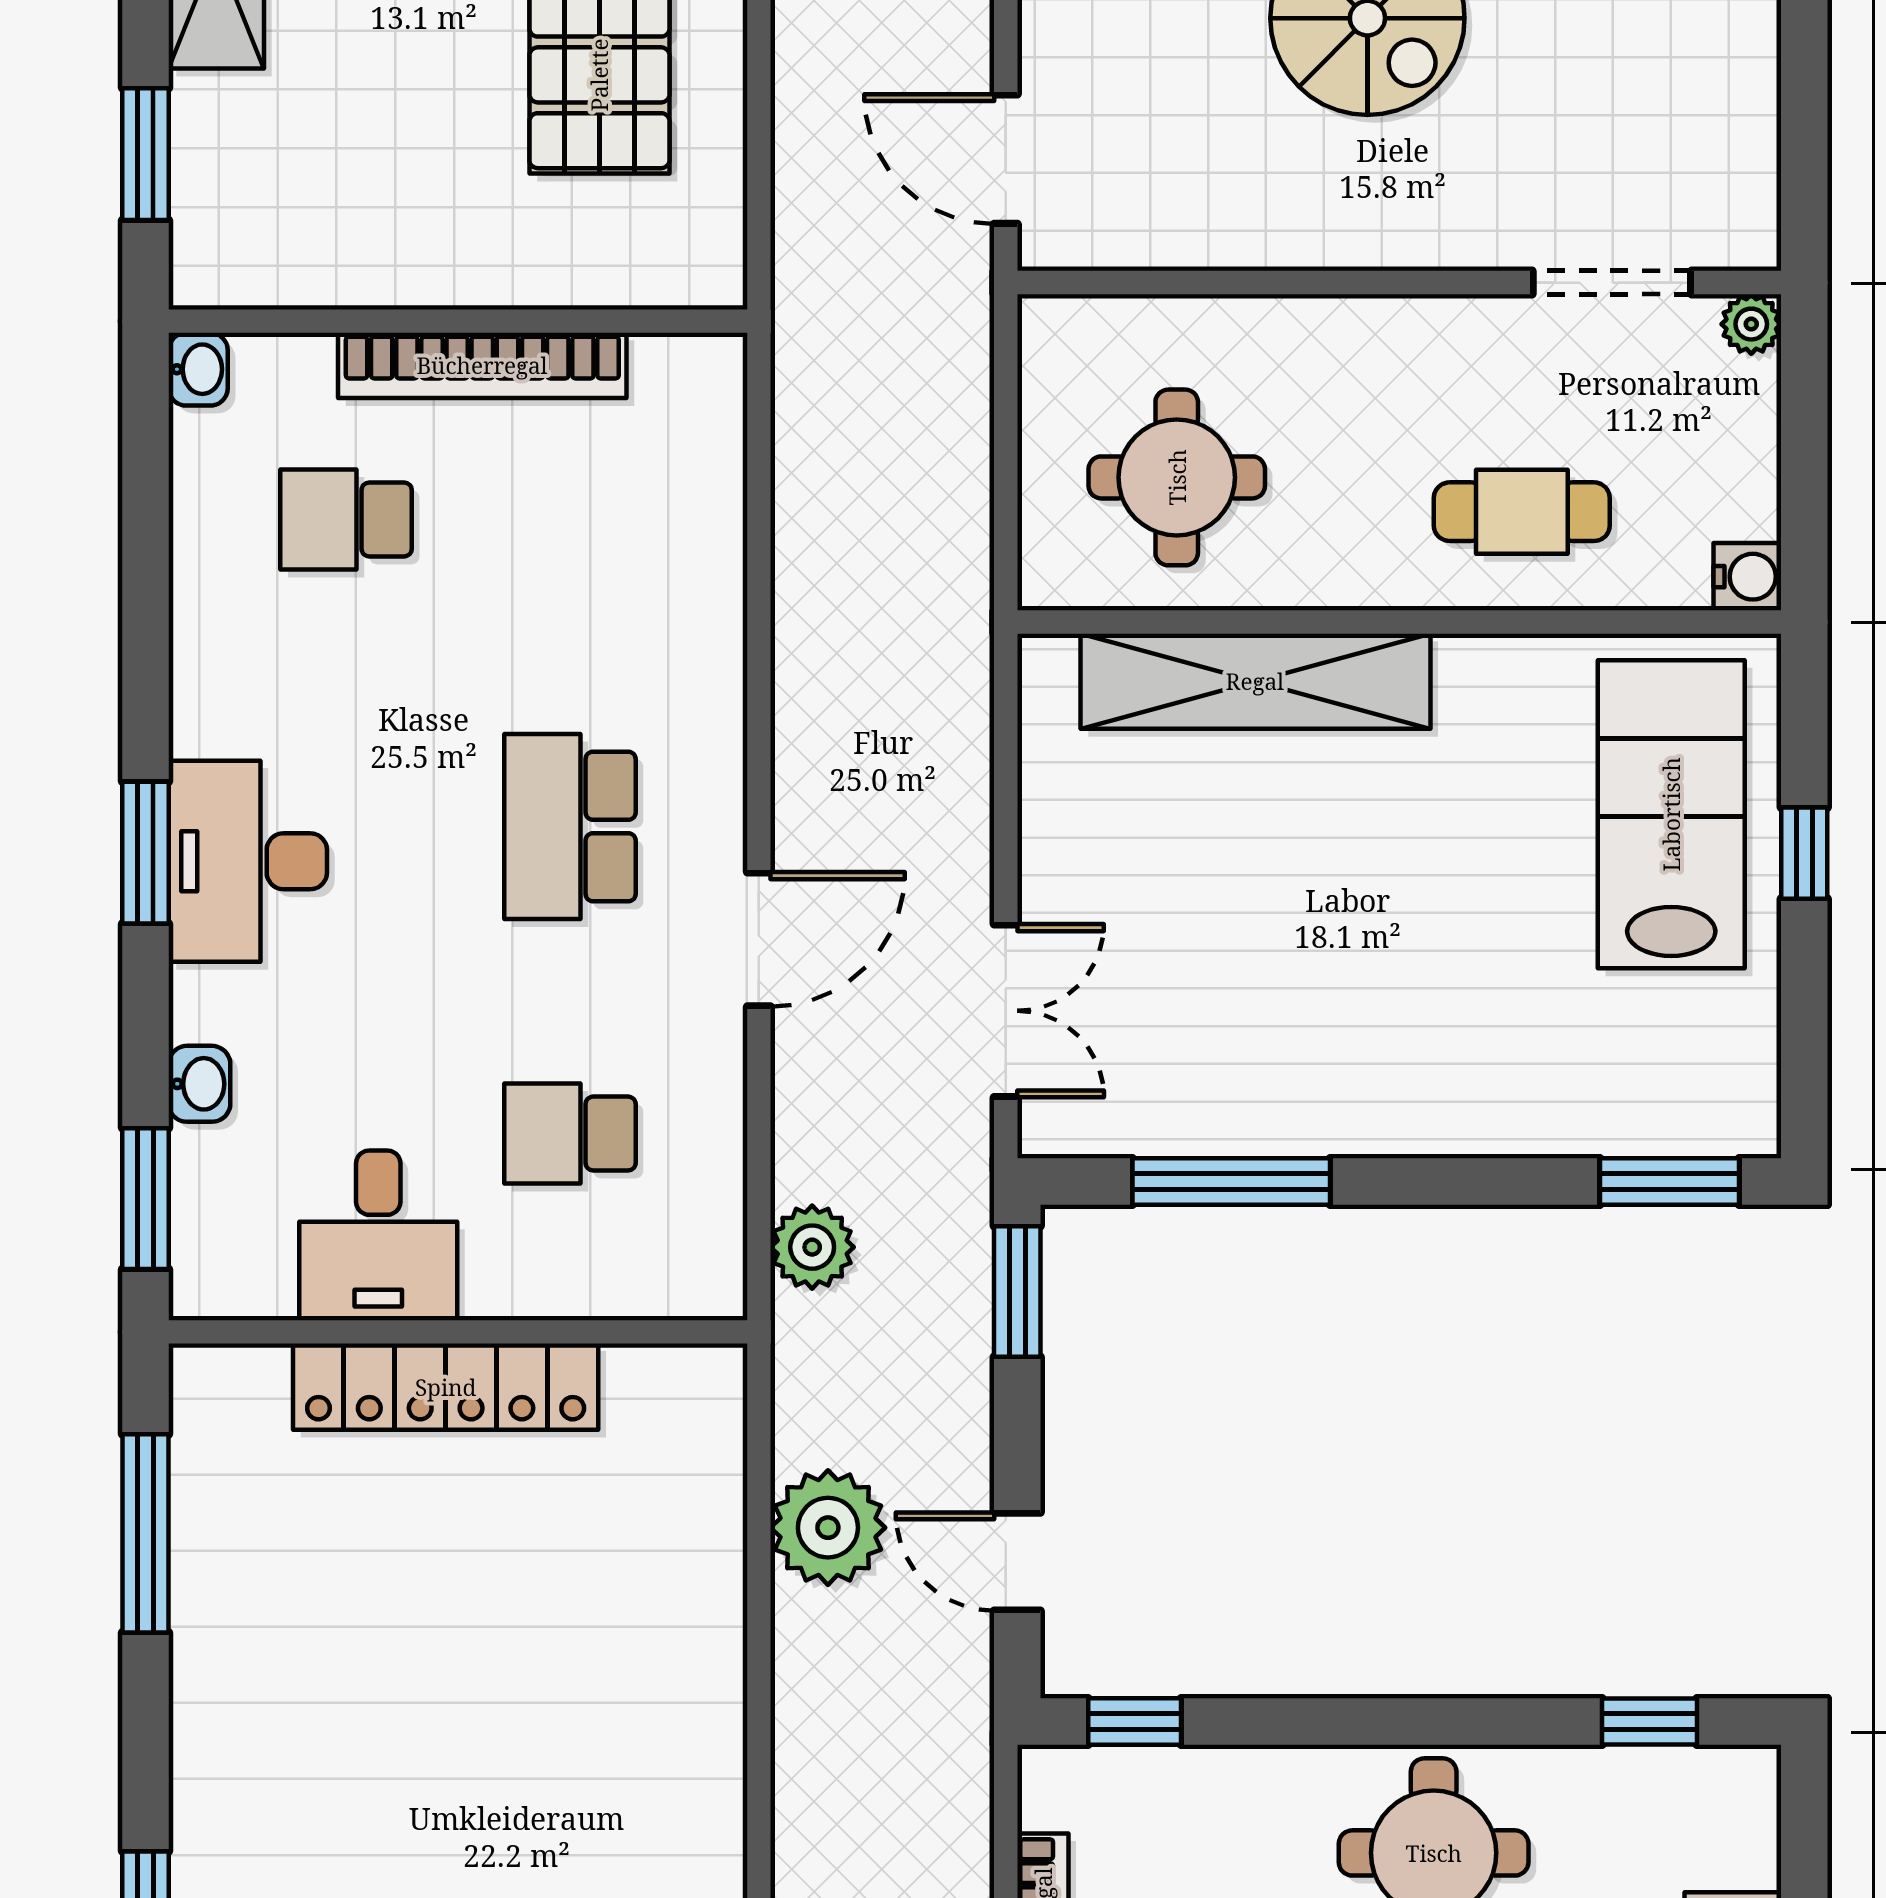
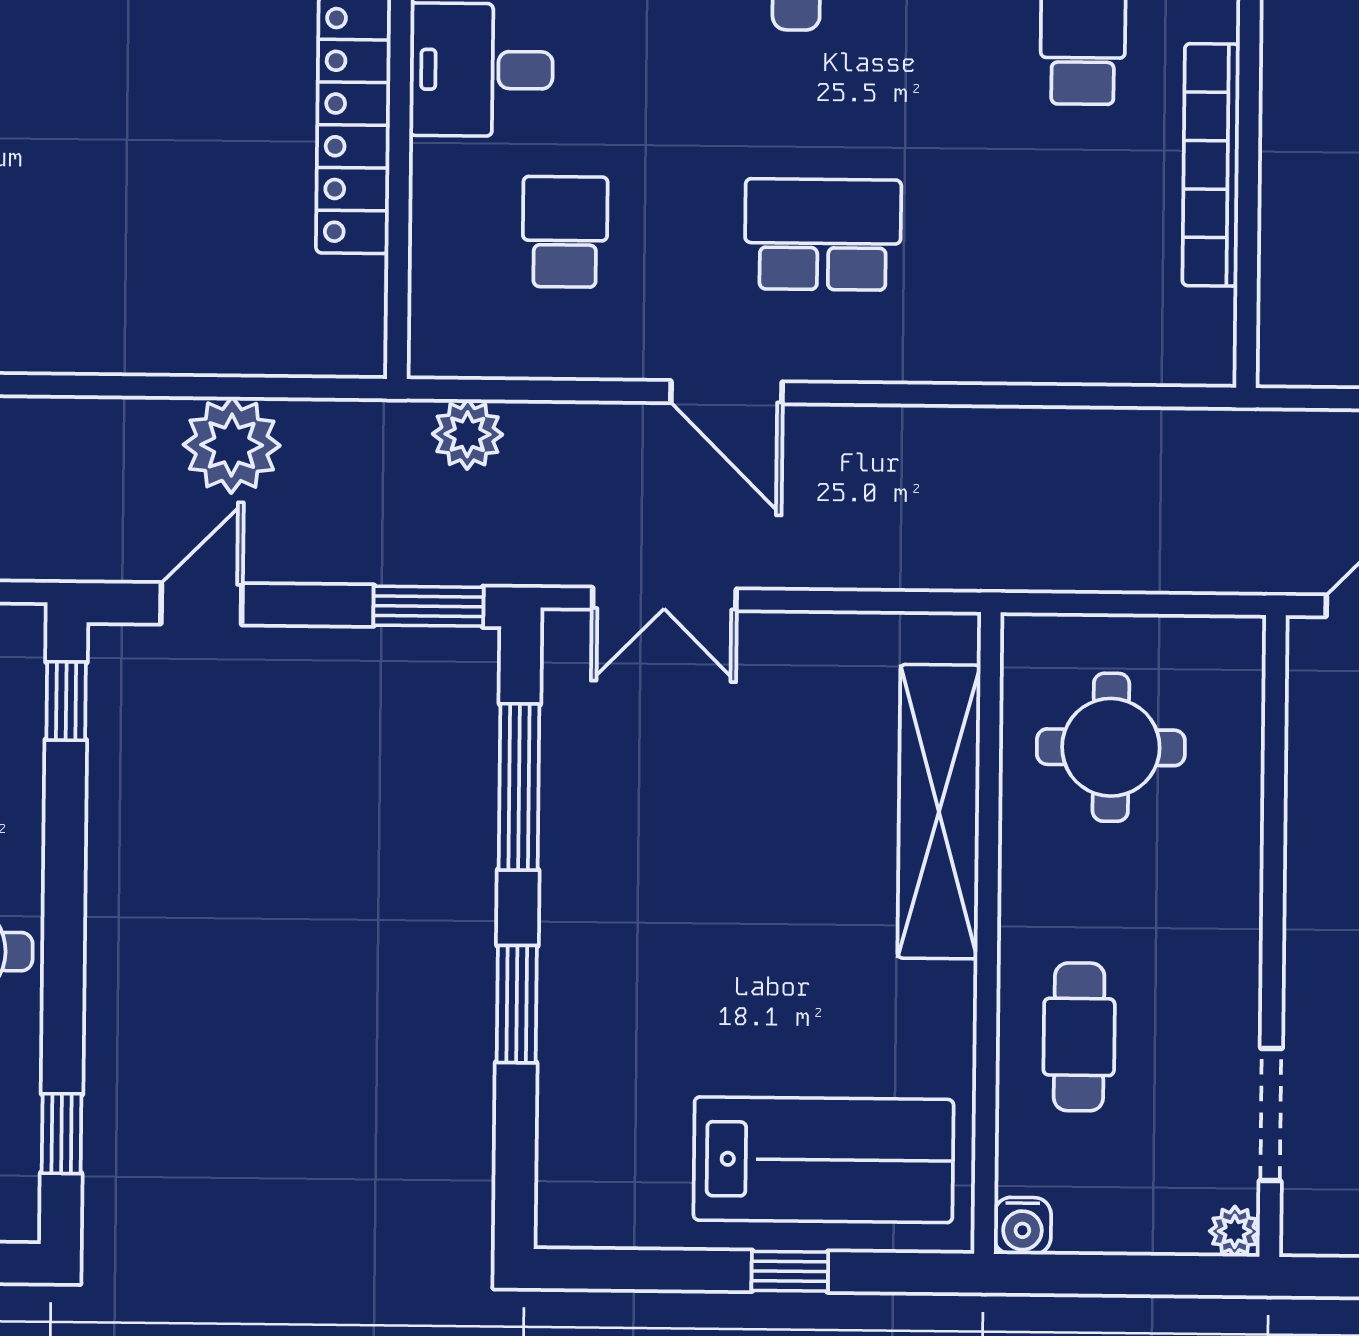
window: (1670, 1181) -> (517, 1004), moved

